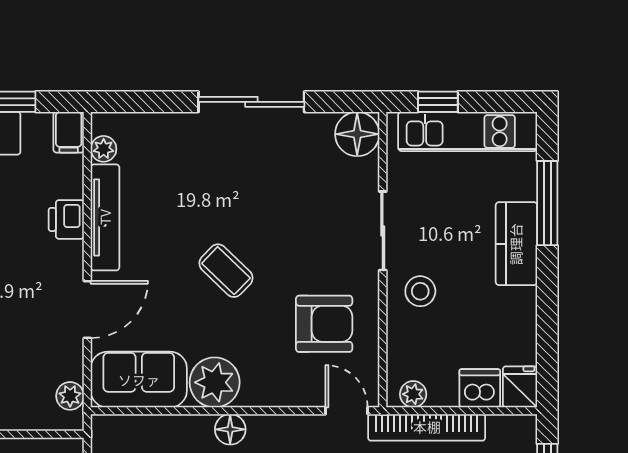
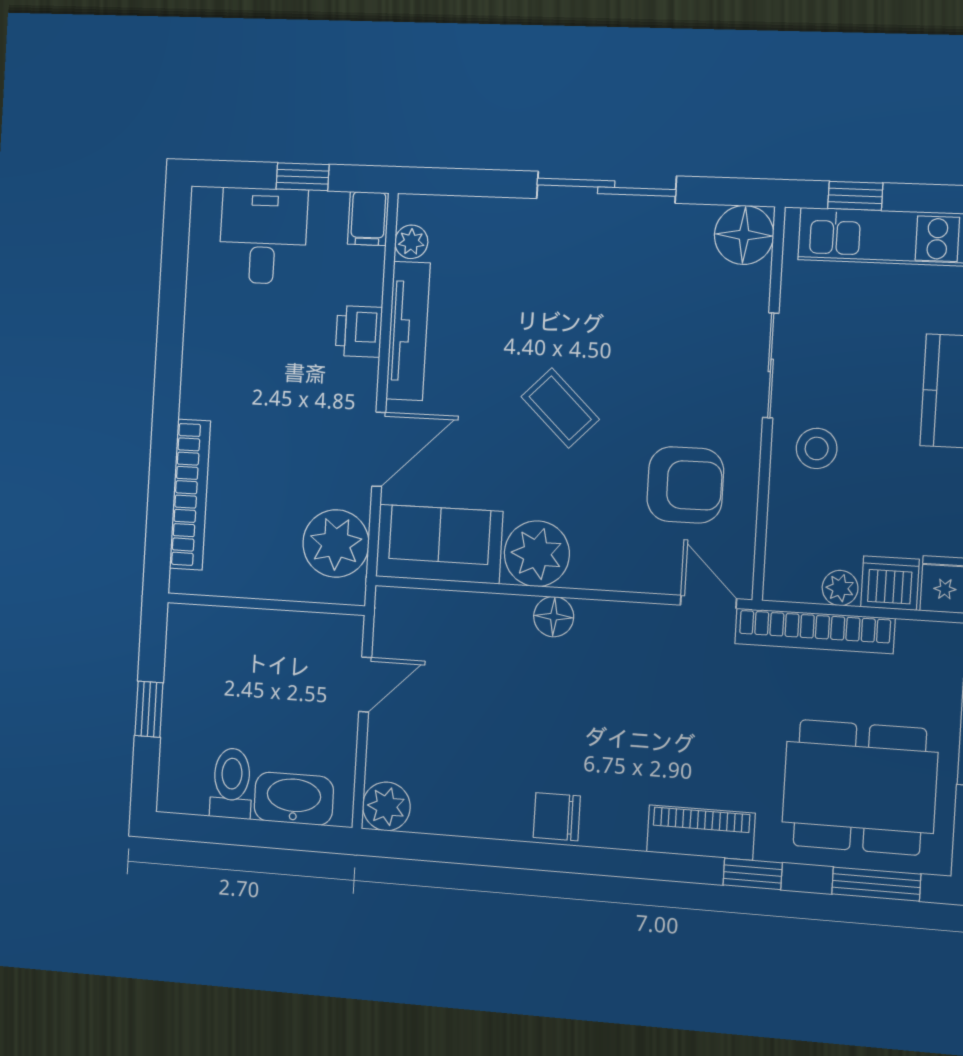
plant: (413, 394) -> (840, 588), moved
plant: (70, 396) -> (336, 543), width x1.88, depth x1.88

